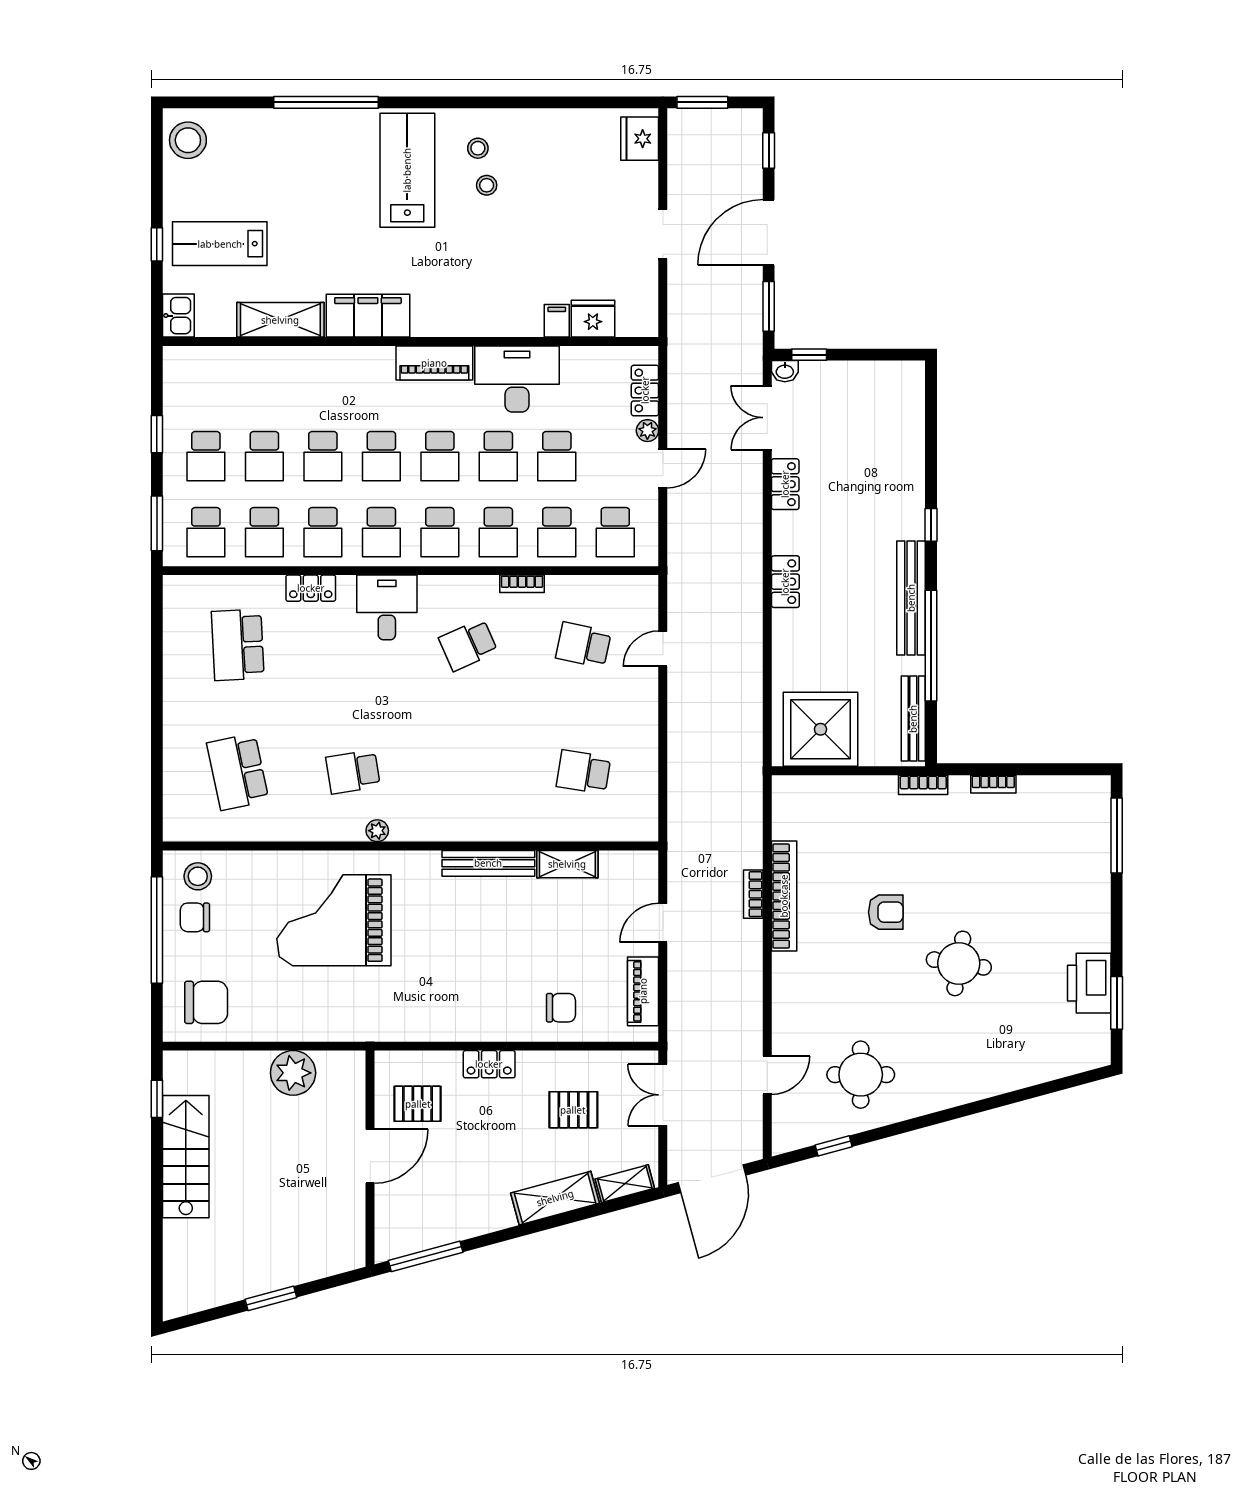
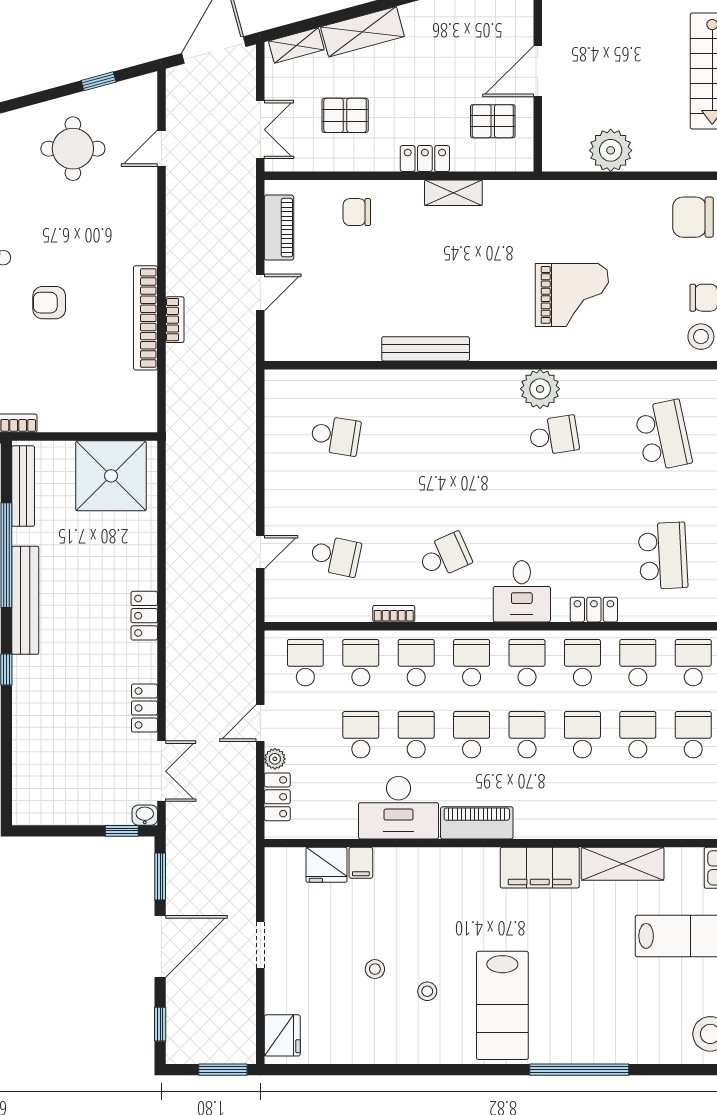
stool: (478, 148) -> (375, 969), moved
plant: (377, 831) -> (540, 389), width x1.88, depth x1.88
shelving: (567, 864) -> (453, 193), moved
grand piano: (334, 920) -> (572, 295), width x0.73, depth x0.68

